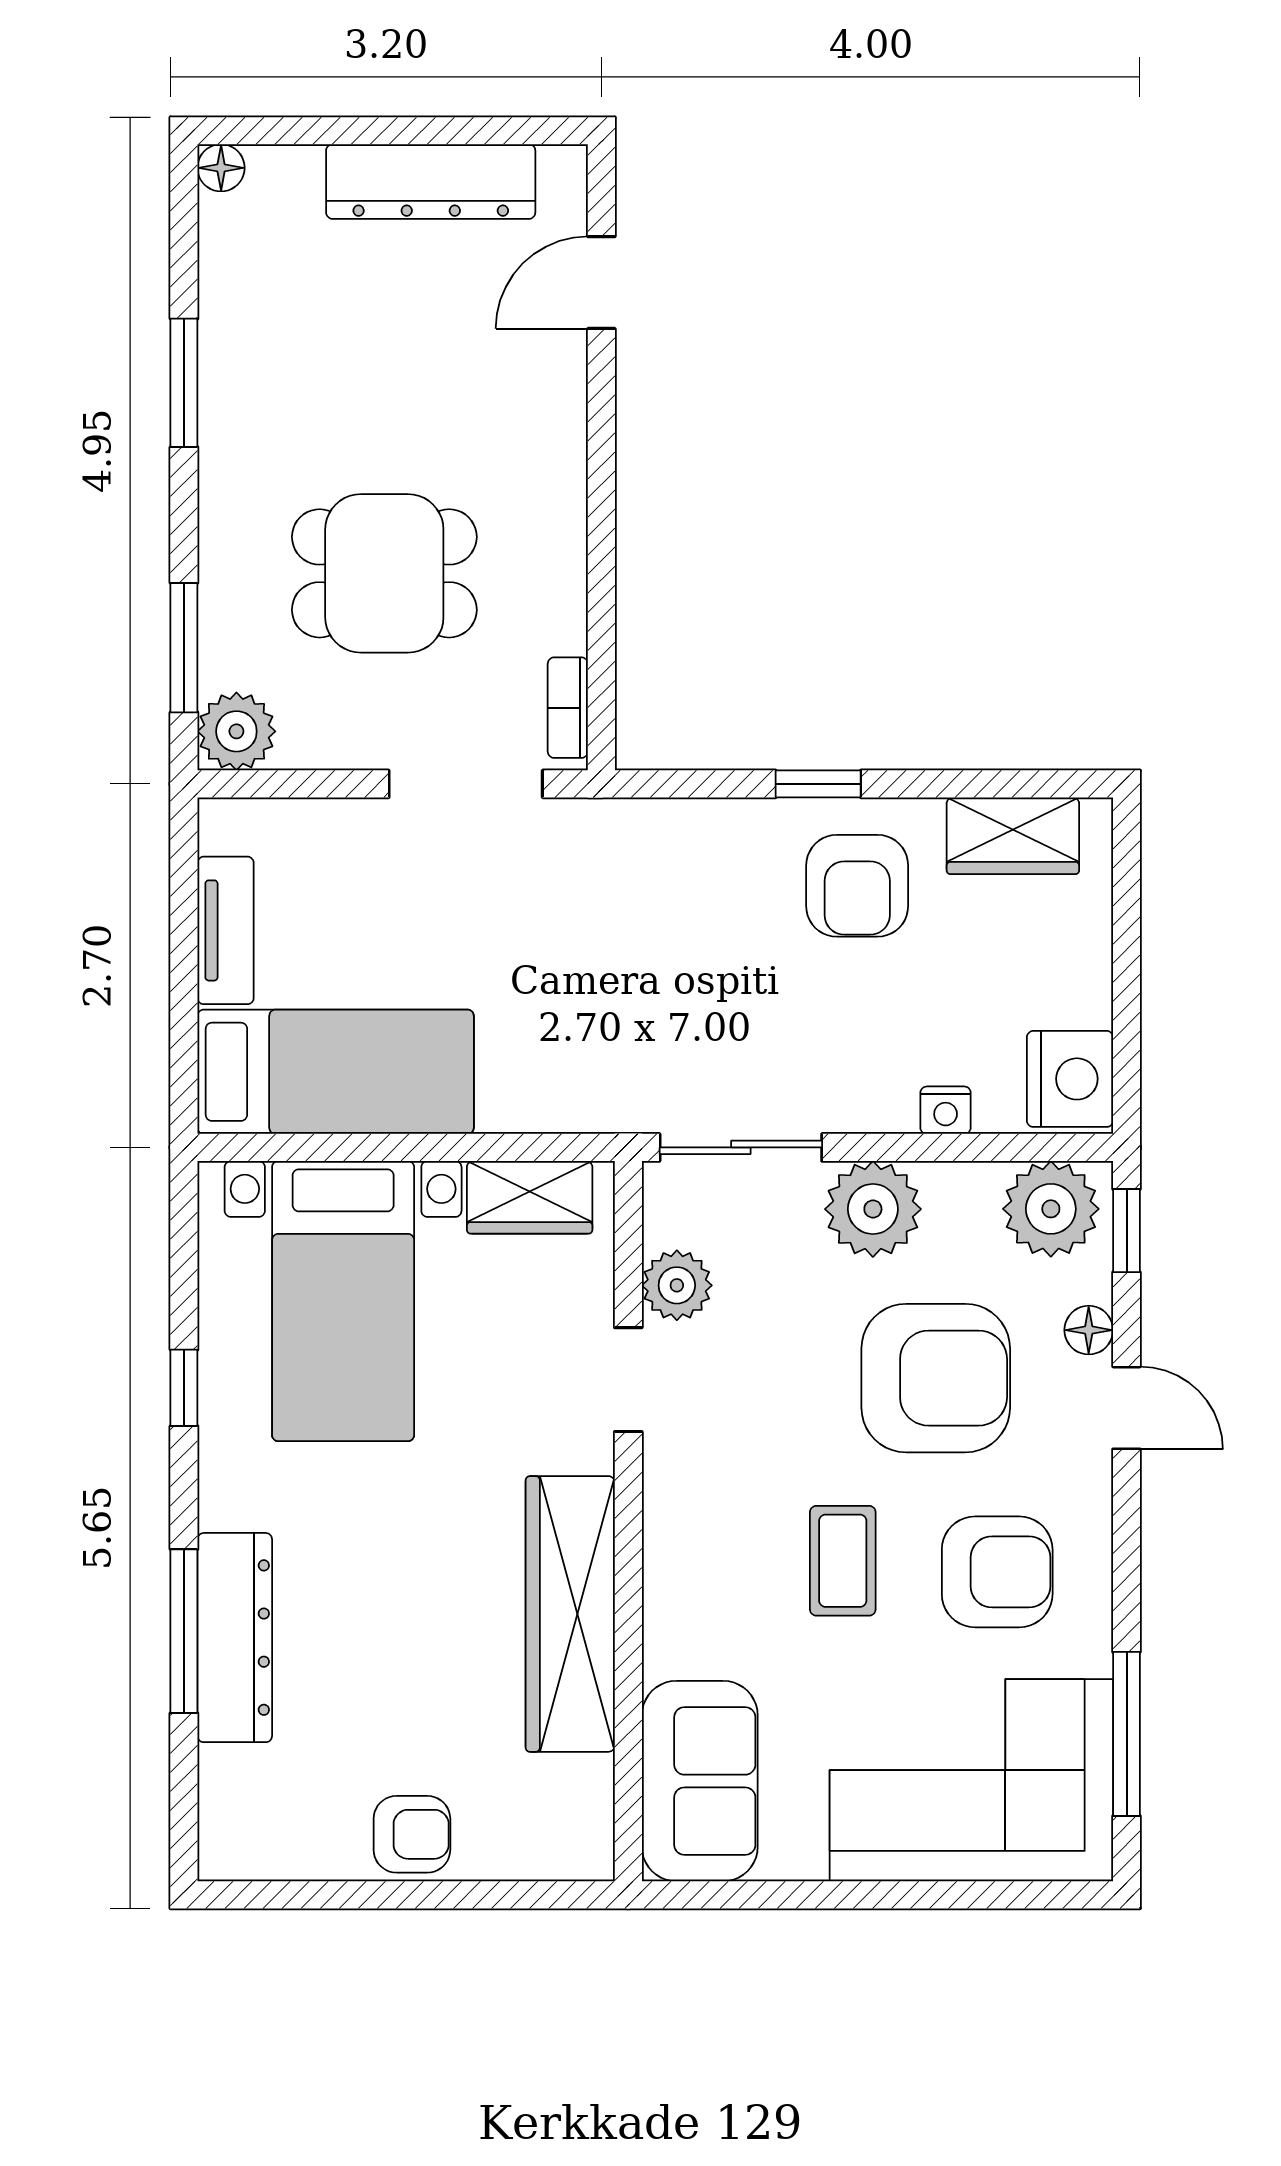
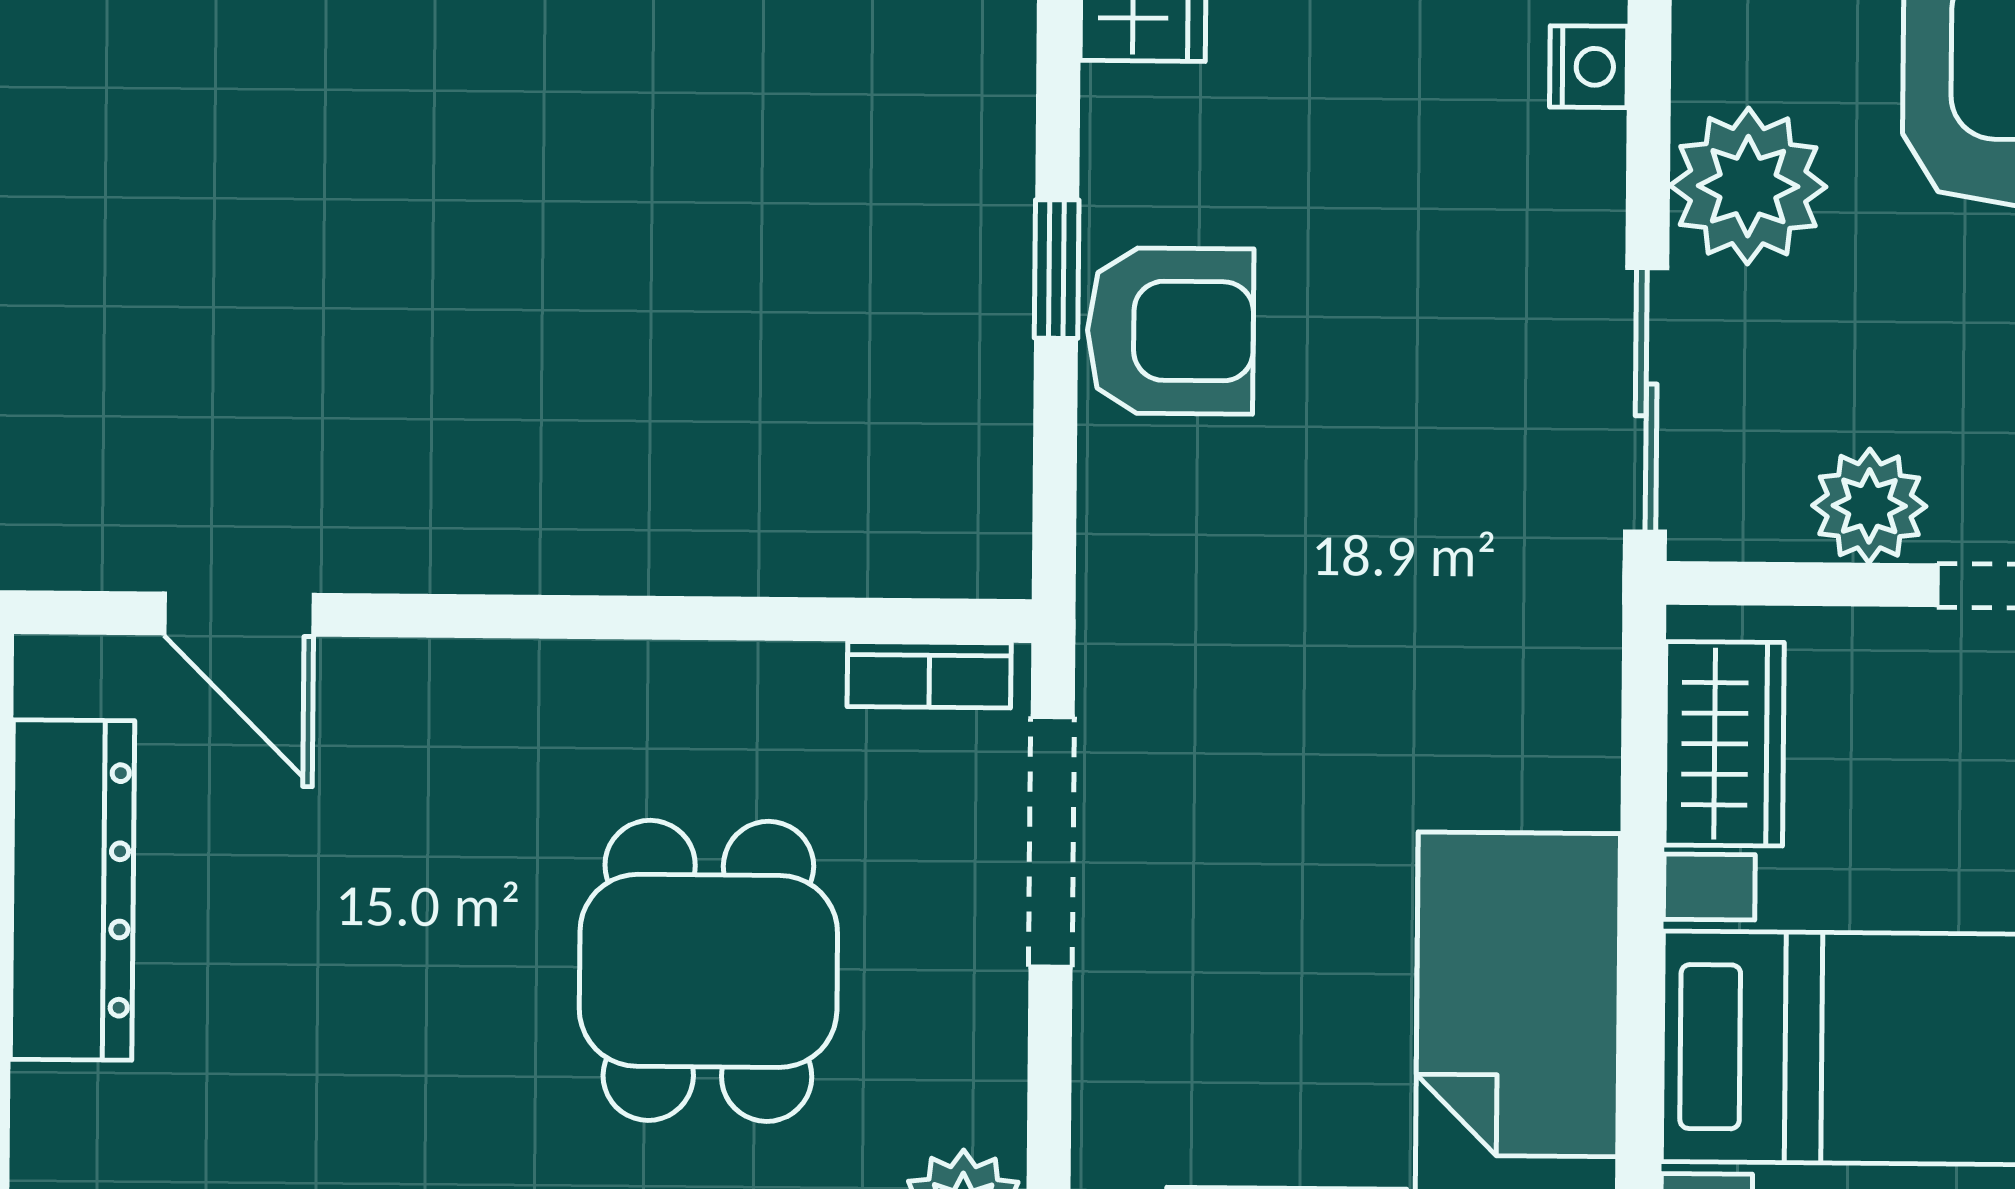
armchair: (857, 886) -> (1170, 331), moved

